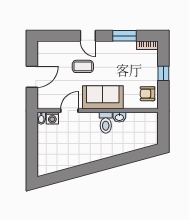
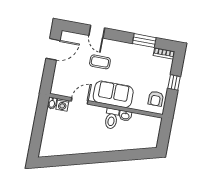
door: (88, 36) -> (97, 32), moved
door: (32, 77) -> (53, 49), moved
armchair: (148, 94) -> (156, 99), turned -90

